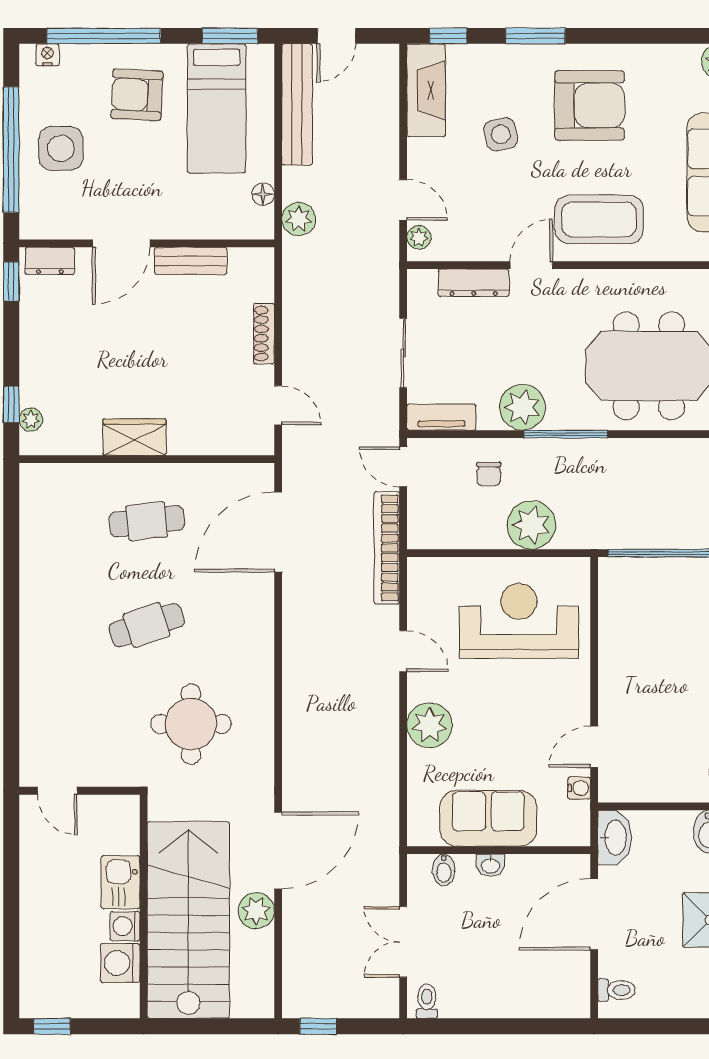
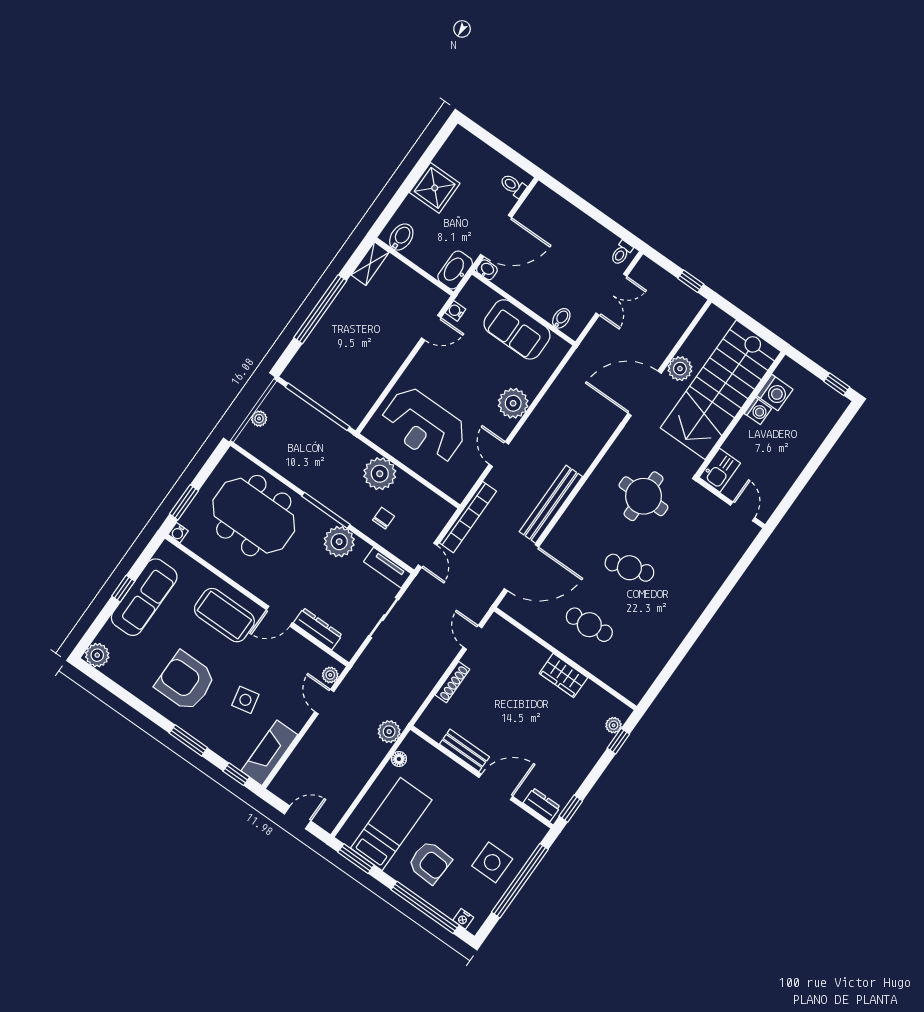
bench: (297, 104) -> (551, 504), moved
washbasin: (490, 865) -> (487, 270), moved
kitchen sink: (121, 882) -> (720, 470), moved

